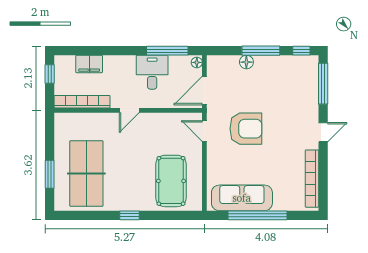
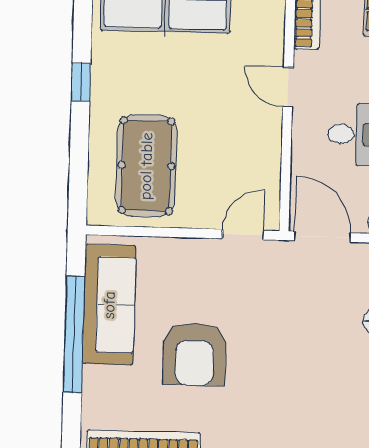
armchair: (246, 129) -> (194, 354), moved
pool table: (171, 181) -> (146, 166), turned 90

